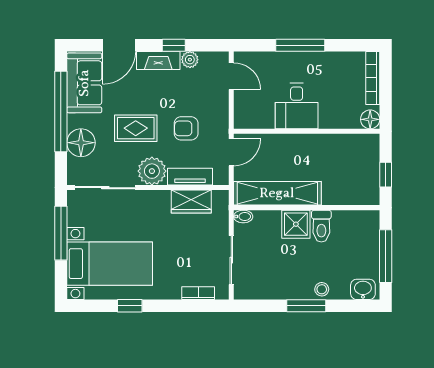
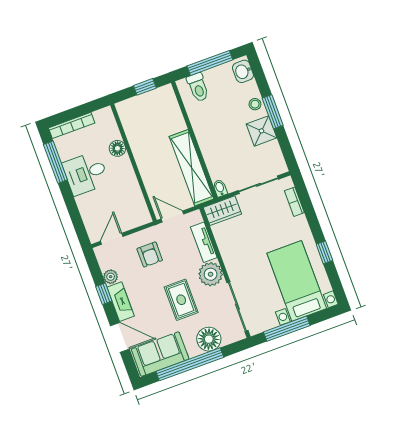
window: (300, 45) -> (55, 162), moved
desk: (297, 106) -> (86, 173), moved, turned 180
floor lamp: (370, 119) -> (117, 148), moved
armchair: (186, 128) -> (150, 254), moved
wardrobe: (191, 201) -> (222, 211), moved, turned 90
shower: (296, 224) -> (261, 131), moved
toilet: (321, 226) -> (198, 87), moved, turned 90

